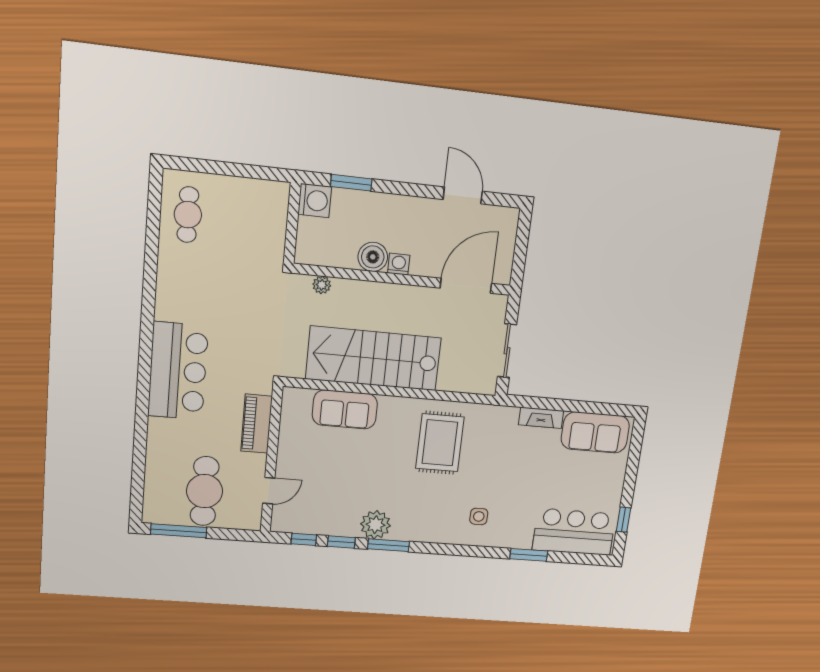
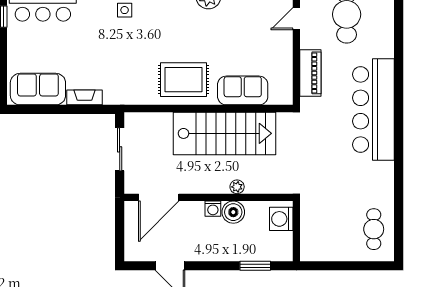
washing machine: (315, 201) -> (281, 219), moved
plant: (322, 285) -> (237, 187), moved
bar counter: (178, 371) -> (373, 109), width x1.36
rug: (440, 443) -> (183, 80), moved, turned 90

